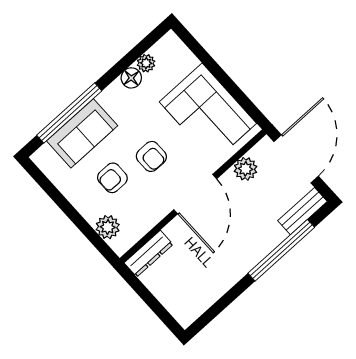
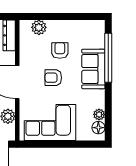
floor lamp: (131, 78) -> (98, 128), moved
sofa: (82, 133) -> (93, 69), moved

